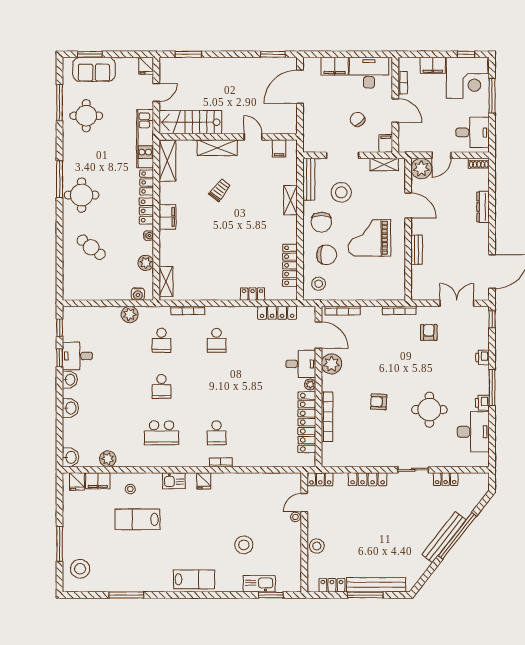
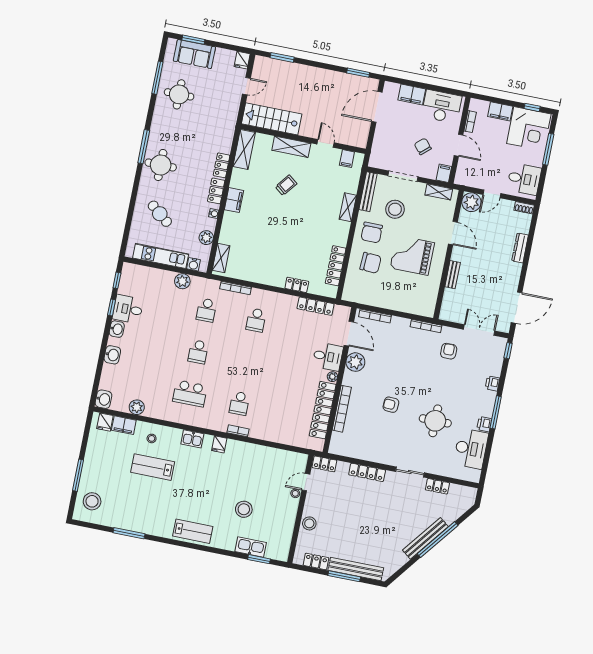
kitchen unit: (145, 139) -> (161, 256), moved, turned 90
stool: (319, 284) -> (358, 287), removed

